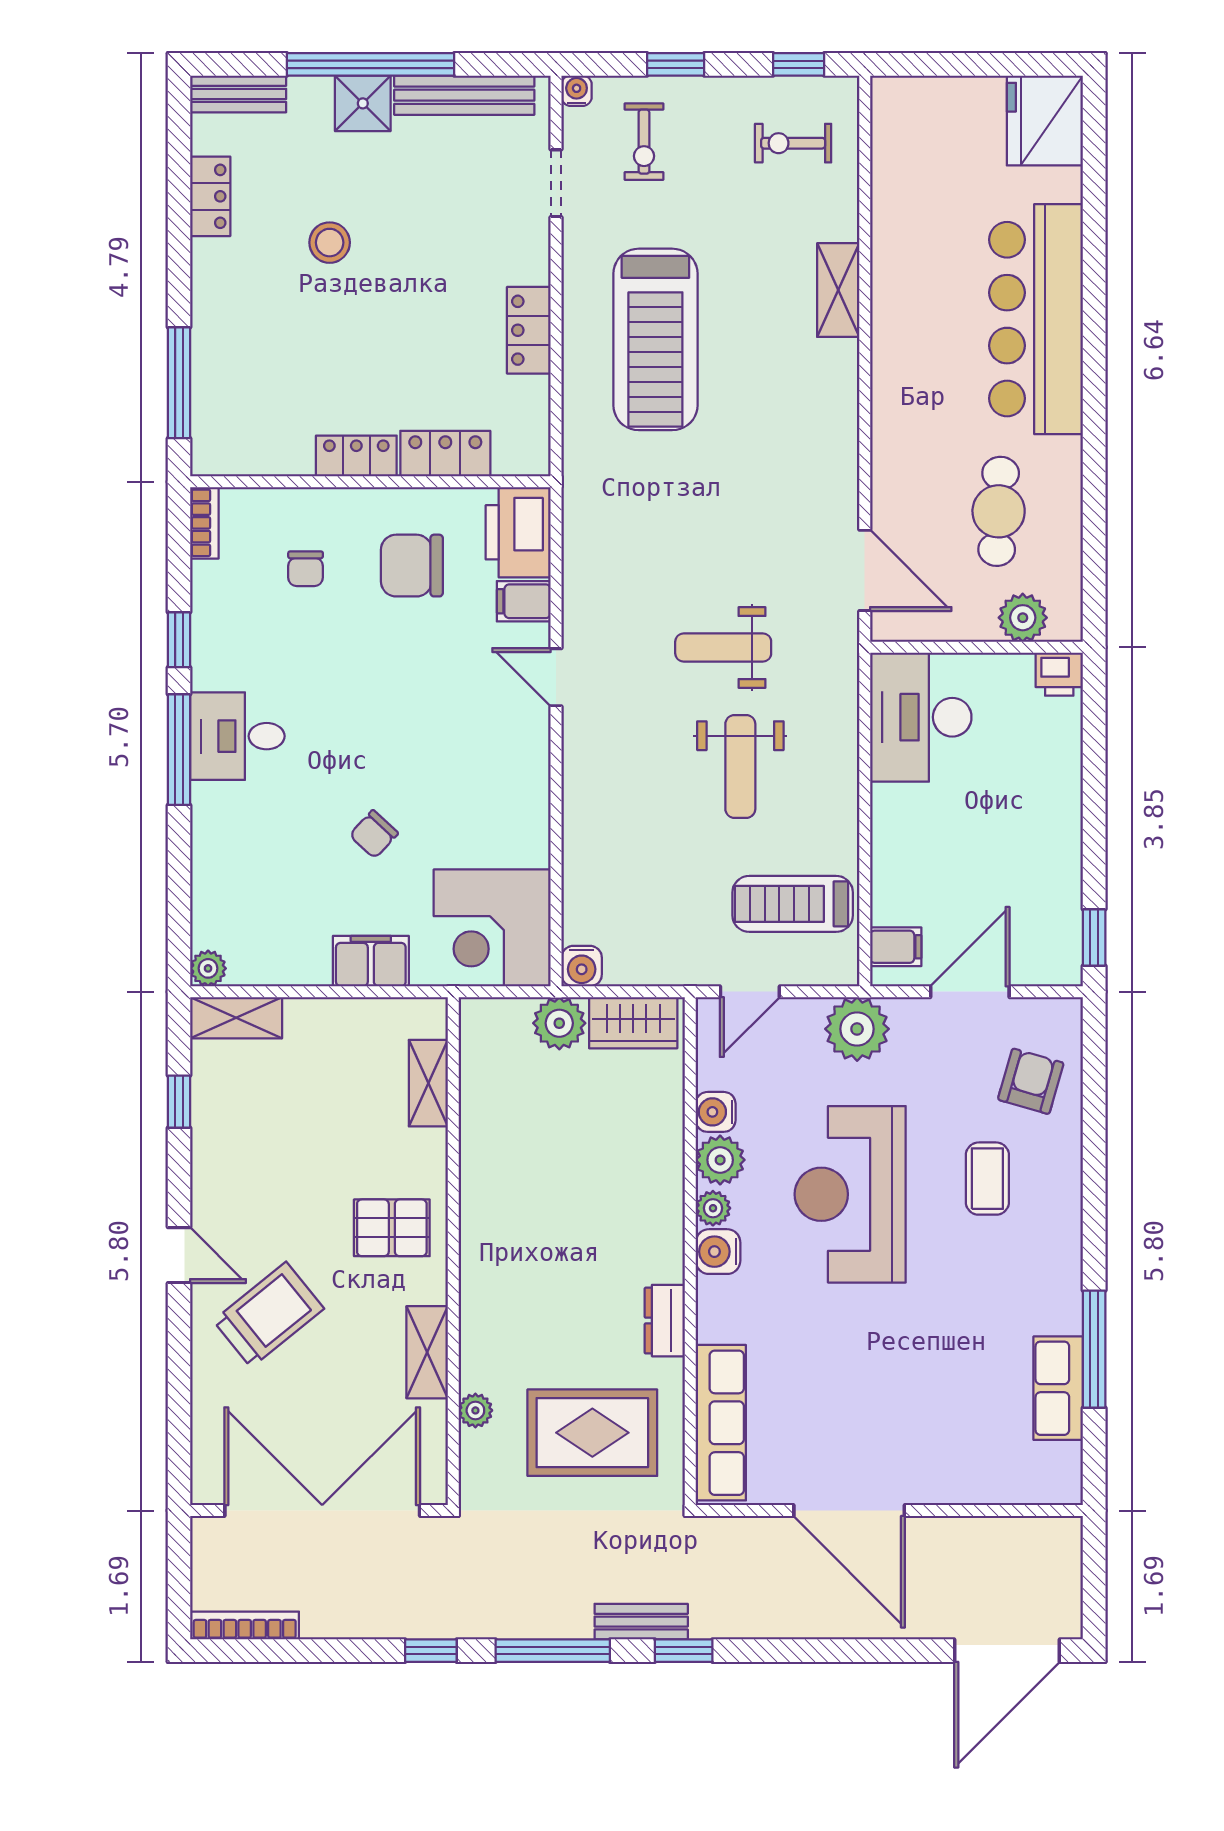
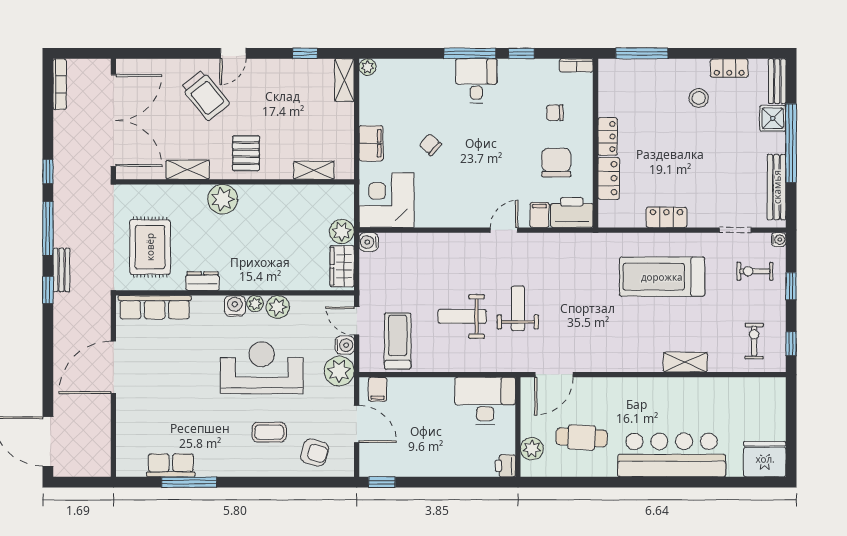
shower: (363, 103) -> (773, 118), moved
stool: (330, 243) -> (699, 98), moved
water cooler: (716, 1112) -> (345, 345), moved, turned 90
plant: (475, 1410) -> (223, 199), moved, width x1.87, depth x1.87

